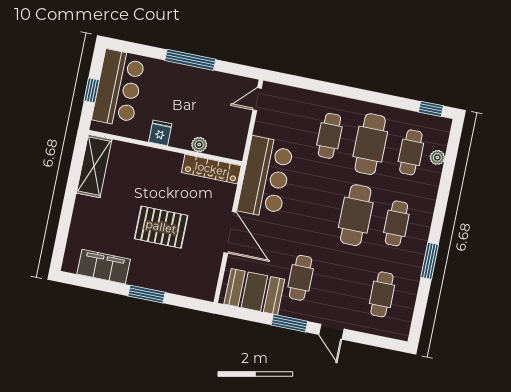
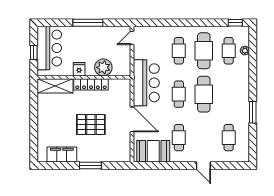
plant: (199, 145) -> (103, 67), width x1.87, depth x1.87
shelving: (94, 166) -> (55, 86), moved, turned 90
locker: (211, 169) -> (91, 84), moved
cafe table: (396, 223) -> (179, 94), moved
window: (289, 323) -> (178, 166), removed

